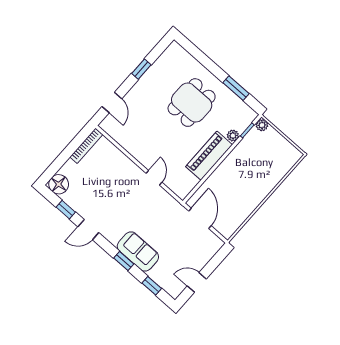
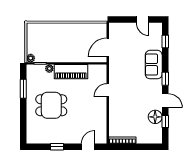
floor lamp: (59, 184) -> (155, 117), moved
window: (124, 261) -> (165, 79), moved

